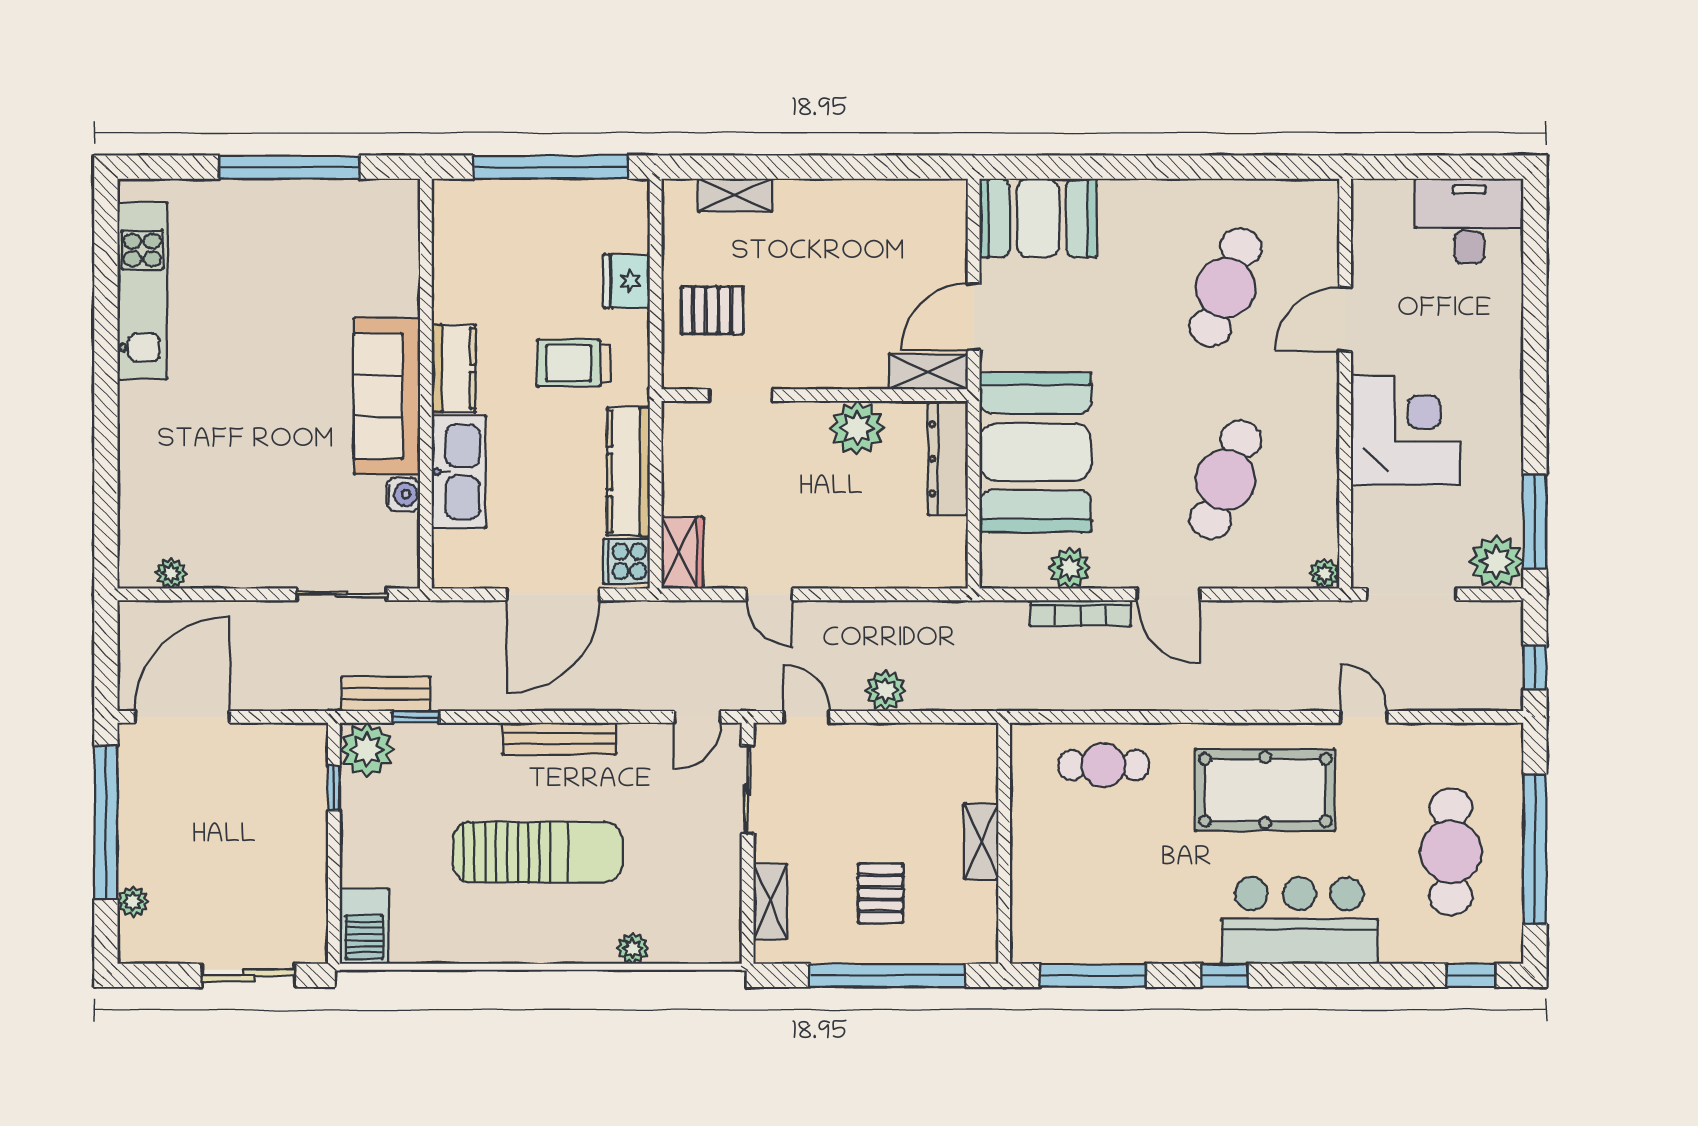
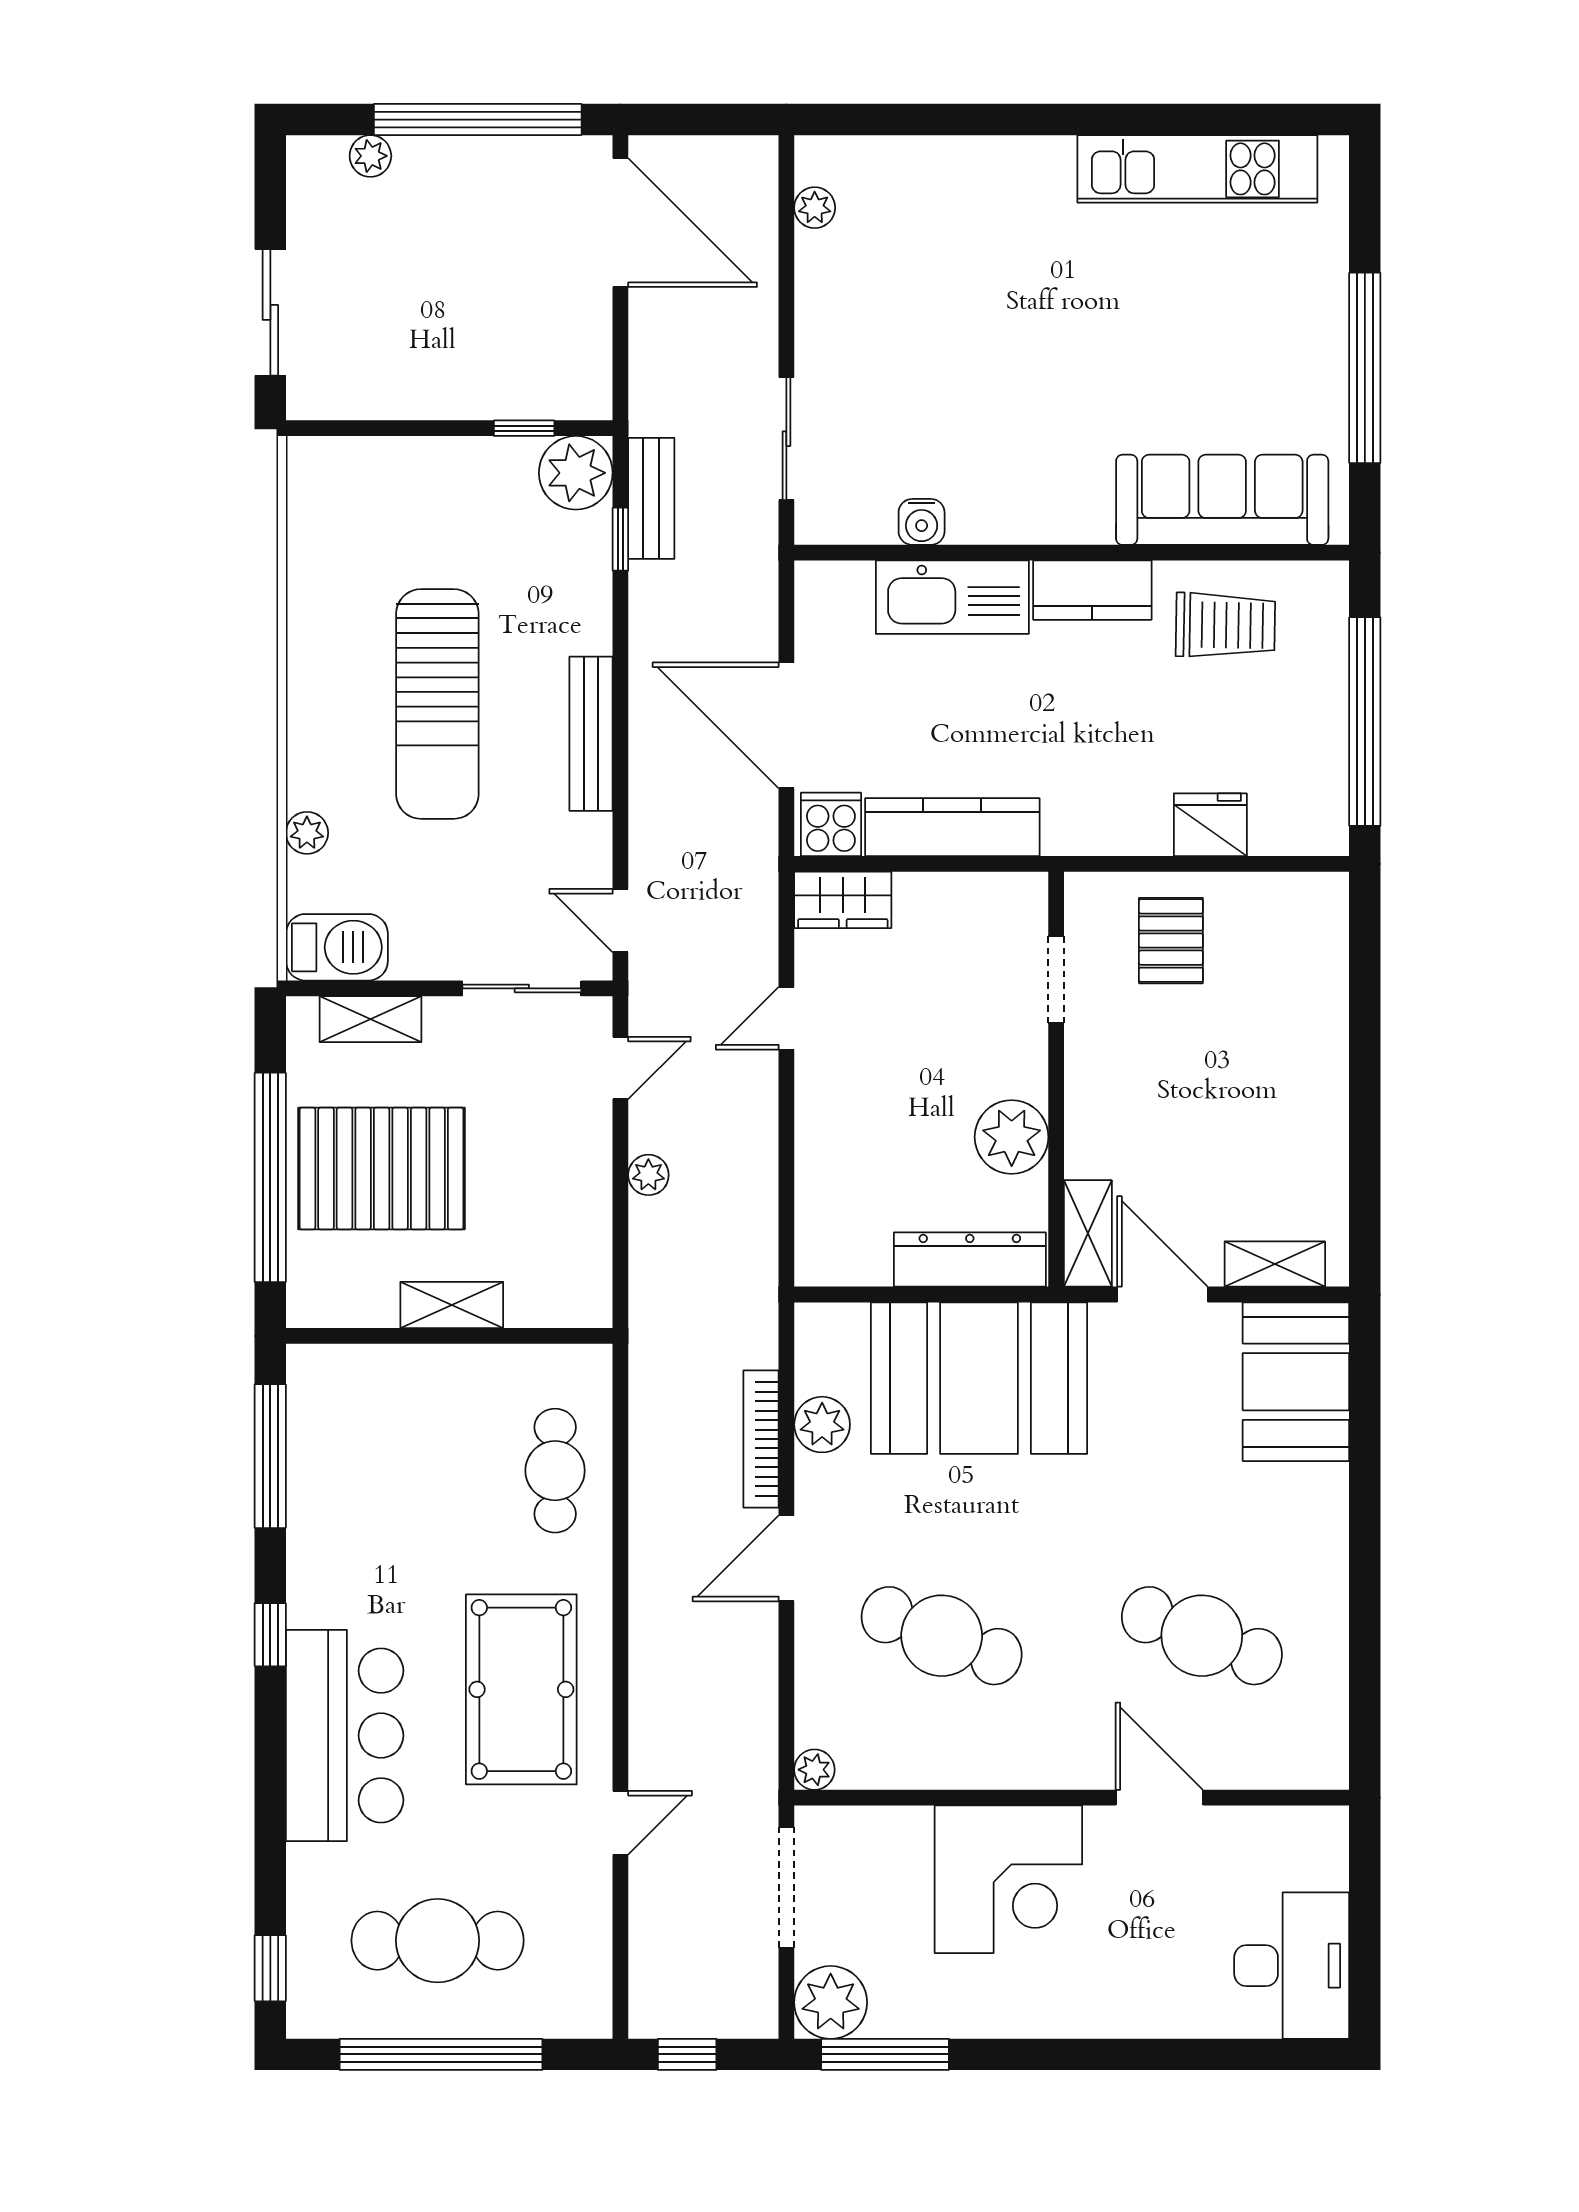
shelving: (735, 195) -> (1275, 1264), moved, turned 90
trolley: (574, 363) -> (1225, 625), moved, turned 91
sofa: (387, 396) -> (1222, 500), moved
plant: (885, 691) -> (648, 1175), width x0.73, depth x0.73
pallet: (881, 893) -> (382, 1169), width x2.05, depth x2.00
barbecue: (364, 926) -> (337, 947), moved, turned 180

